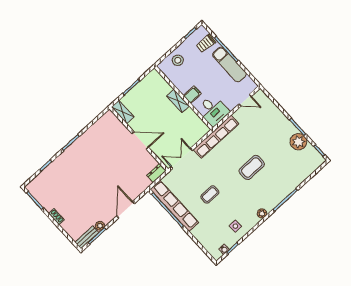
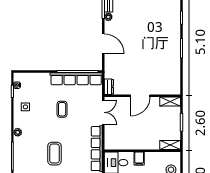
shelving: (178, 101) -> (170, 145), moved

